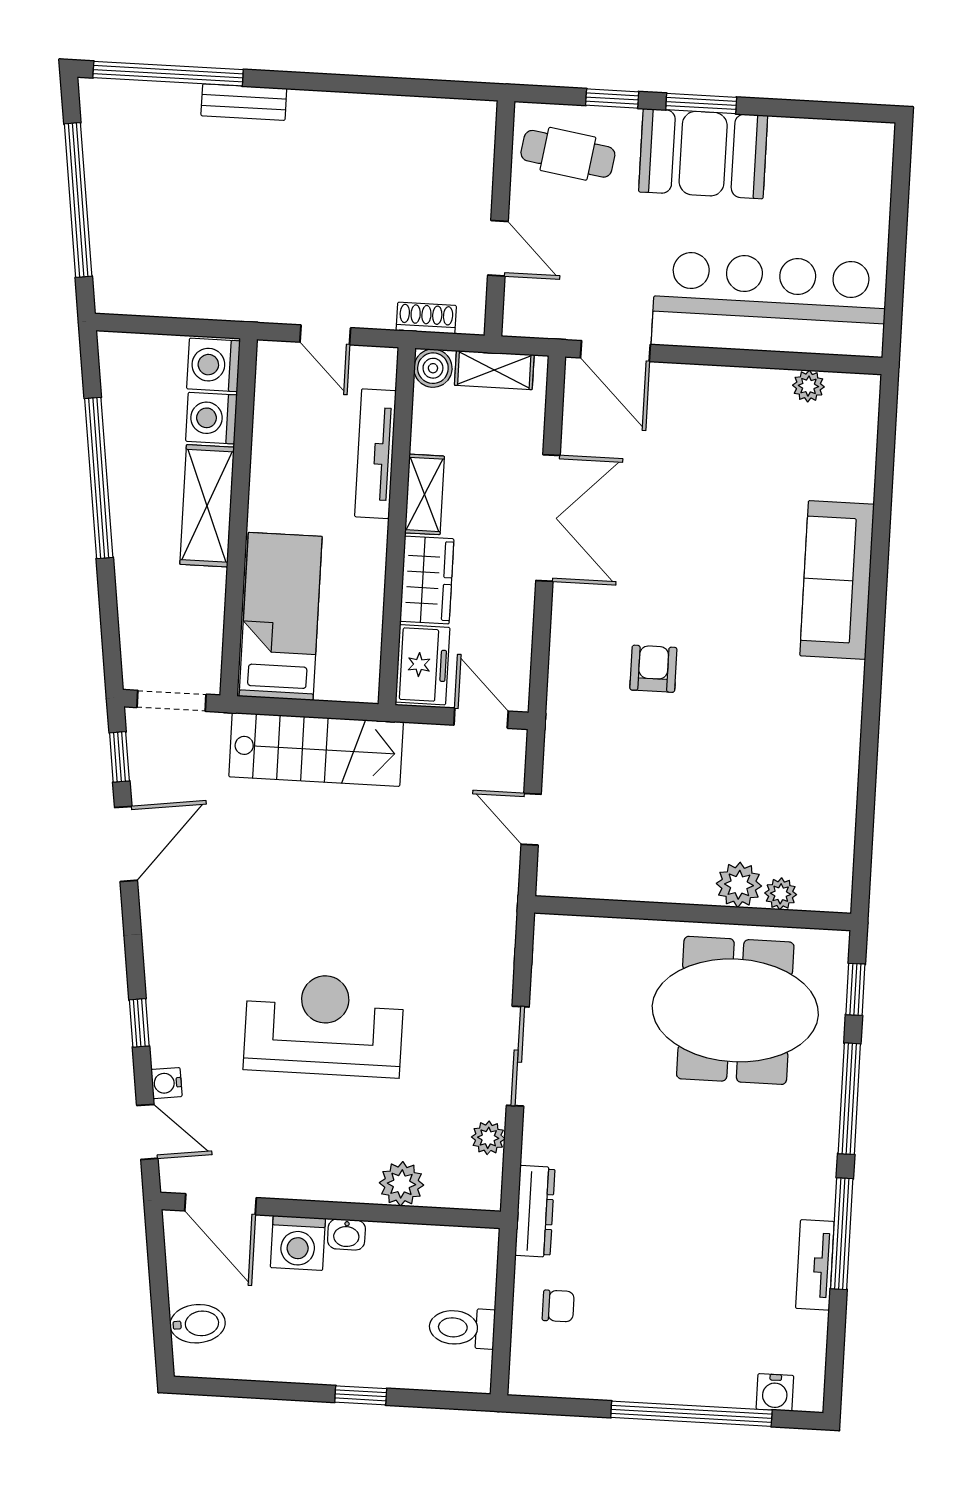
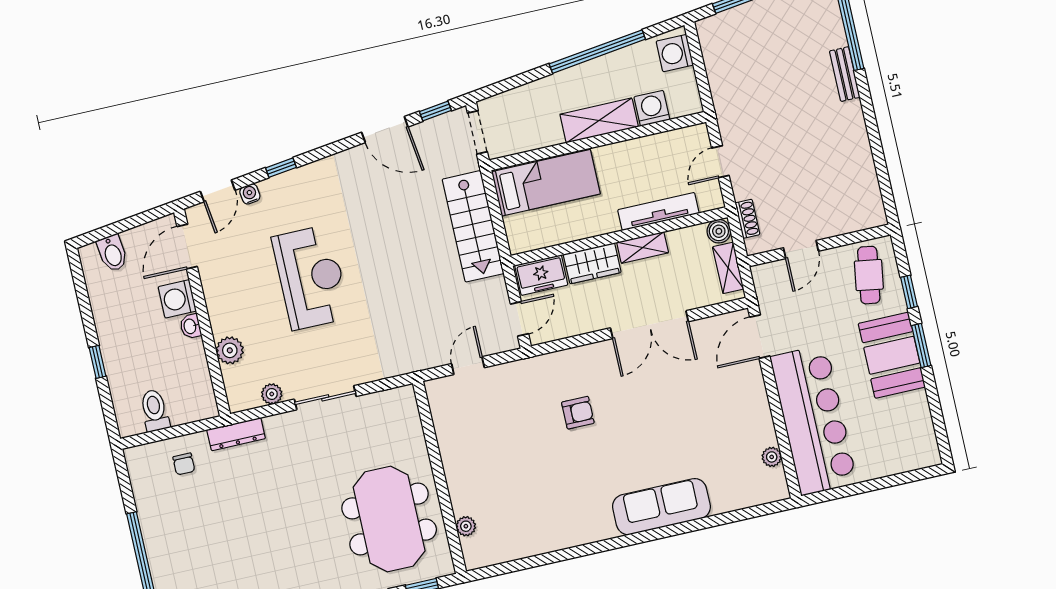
washing machine: (213, 365) -> (675, 53), moved, turned -90
plant: (739, 885) -> (464, 500), removed

